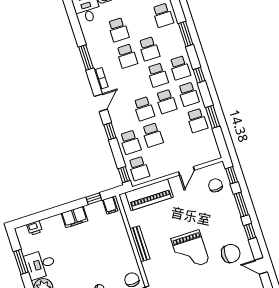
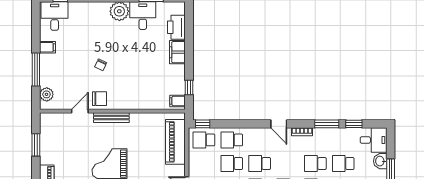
window: (110, 131) -> (354, 124), moved
filing cabinet: (75, 217) -> (177, 52), moved
printer: (35, 228) -> (176, 27), width x1.87, depth x1.48
bench: (140, 244) -> (111, 118), moved

